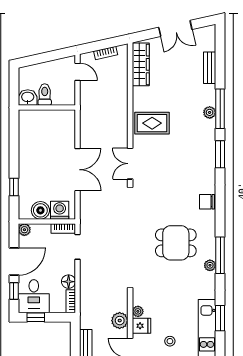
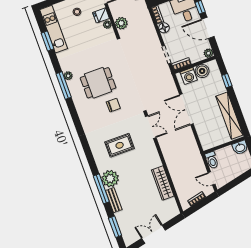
wardrobe: (141, 64) -> (163, 183), moved
bench: (210, 68) -> (114, 200), moved
toilet: (45, 94) -> (212, 160), moved
plant: (210, 112) -> (110, 179), width x1.88, depth x1.88
rug: (152, 123) -> (120, 145), moved
shelving: (27, 142) -> (229, 116), added
window: (220, 154) -> (115, 227), moved
chair: (207, 202) -> (113, 105), moved
door: (14, 262) -> (208, 28), hinge flipped
plant: (120, 321) -> (121, 23), moved

